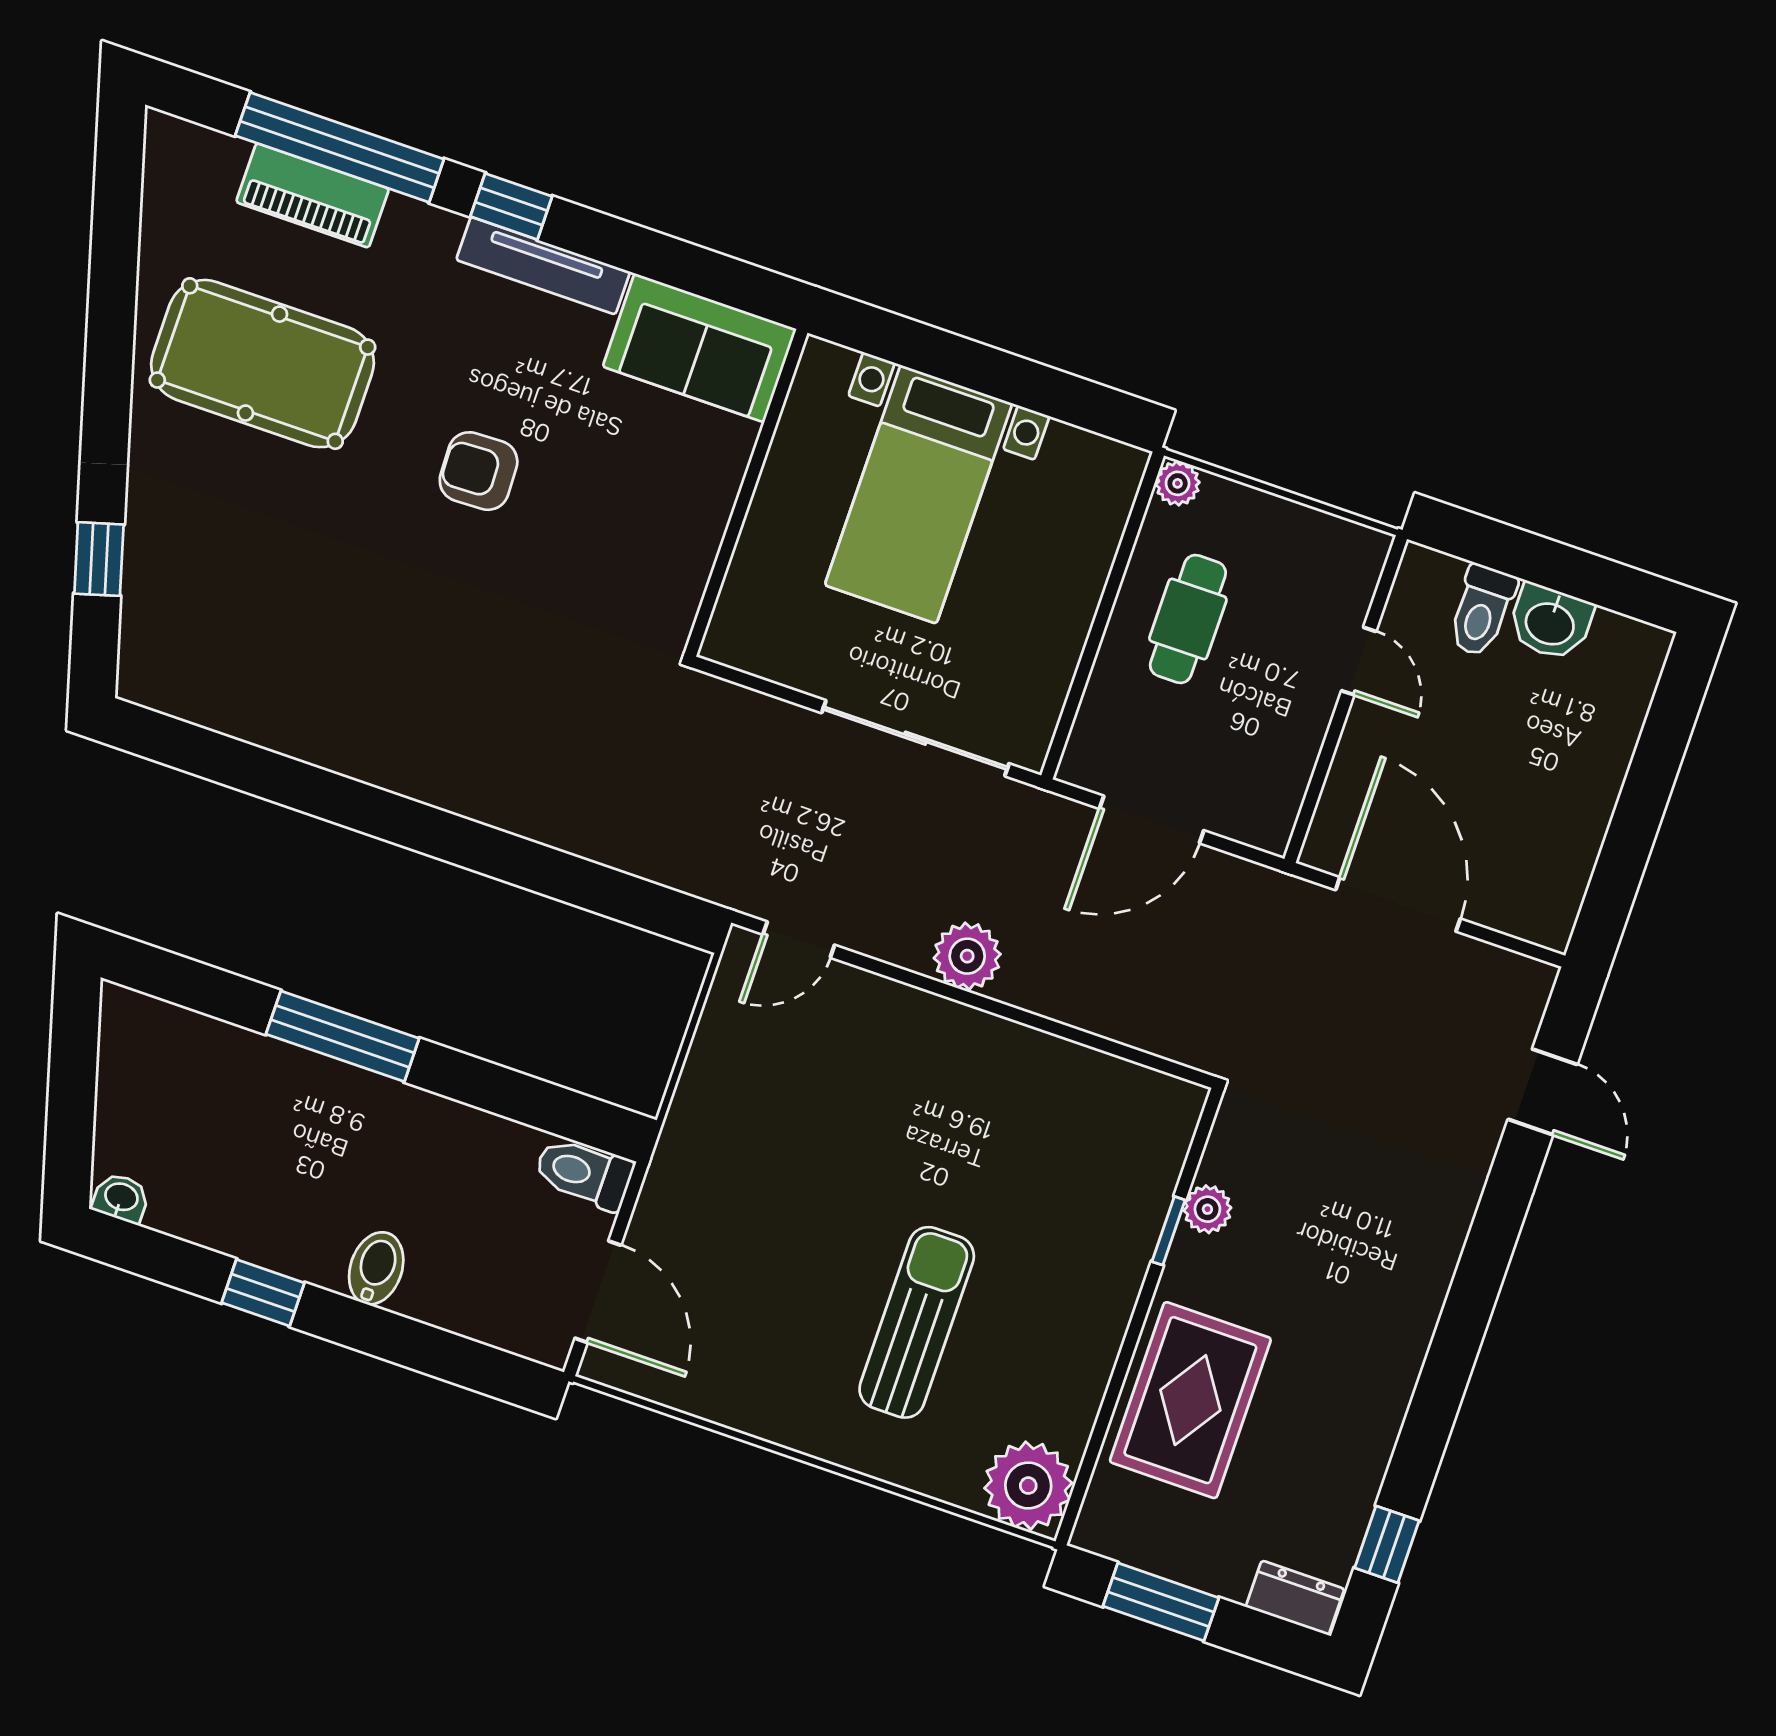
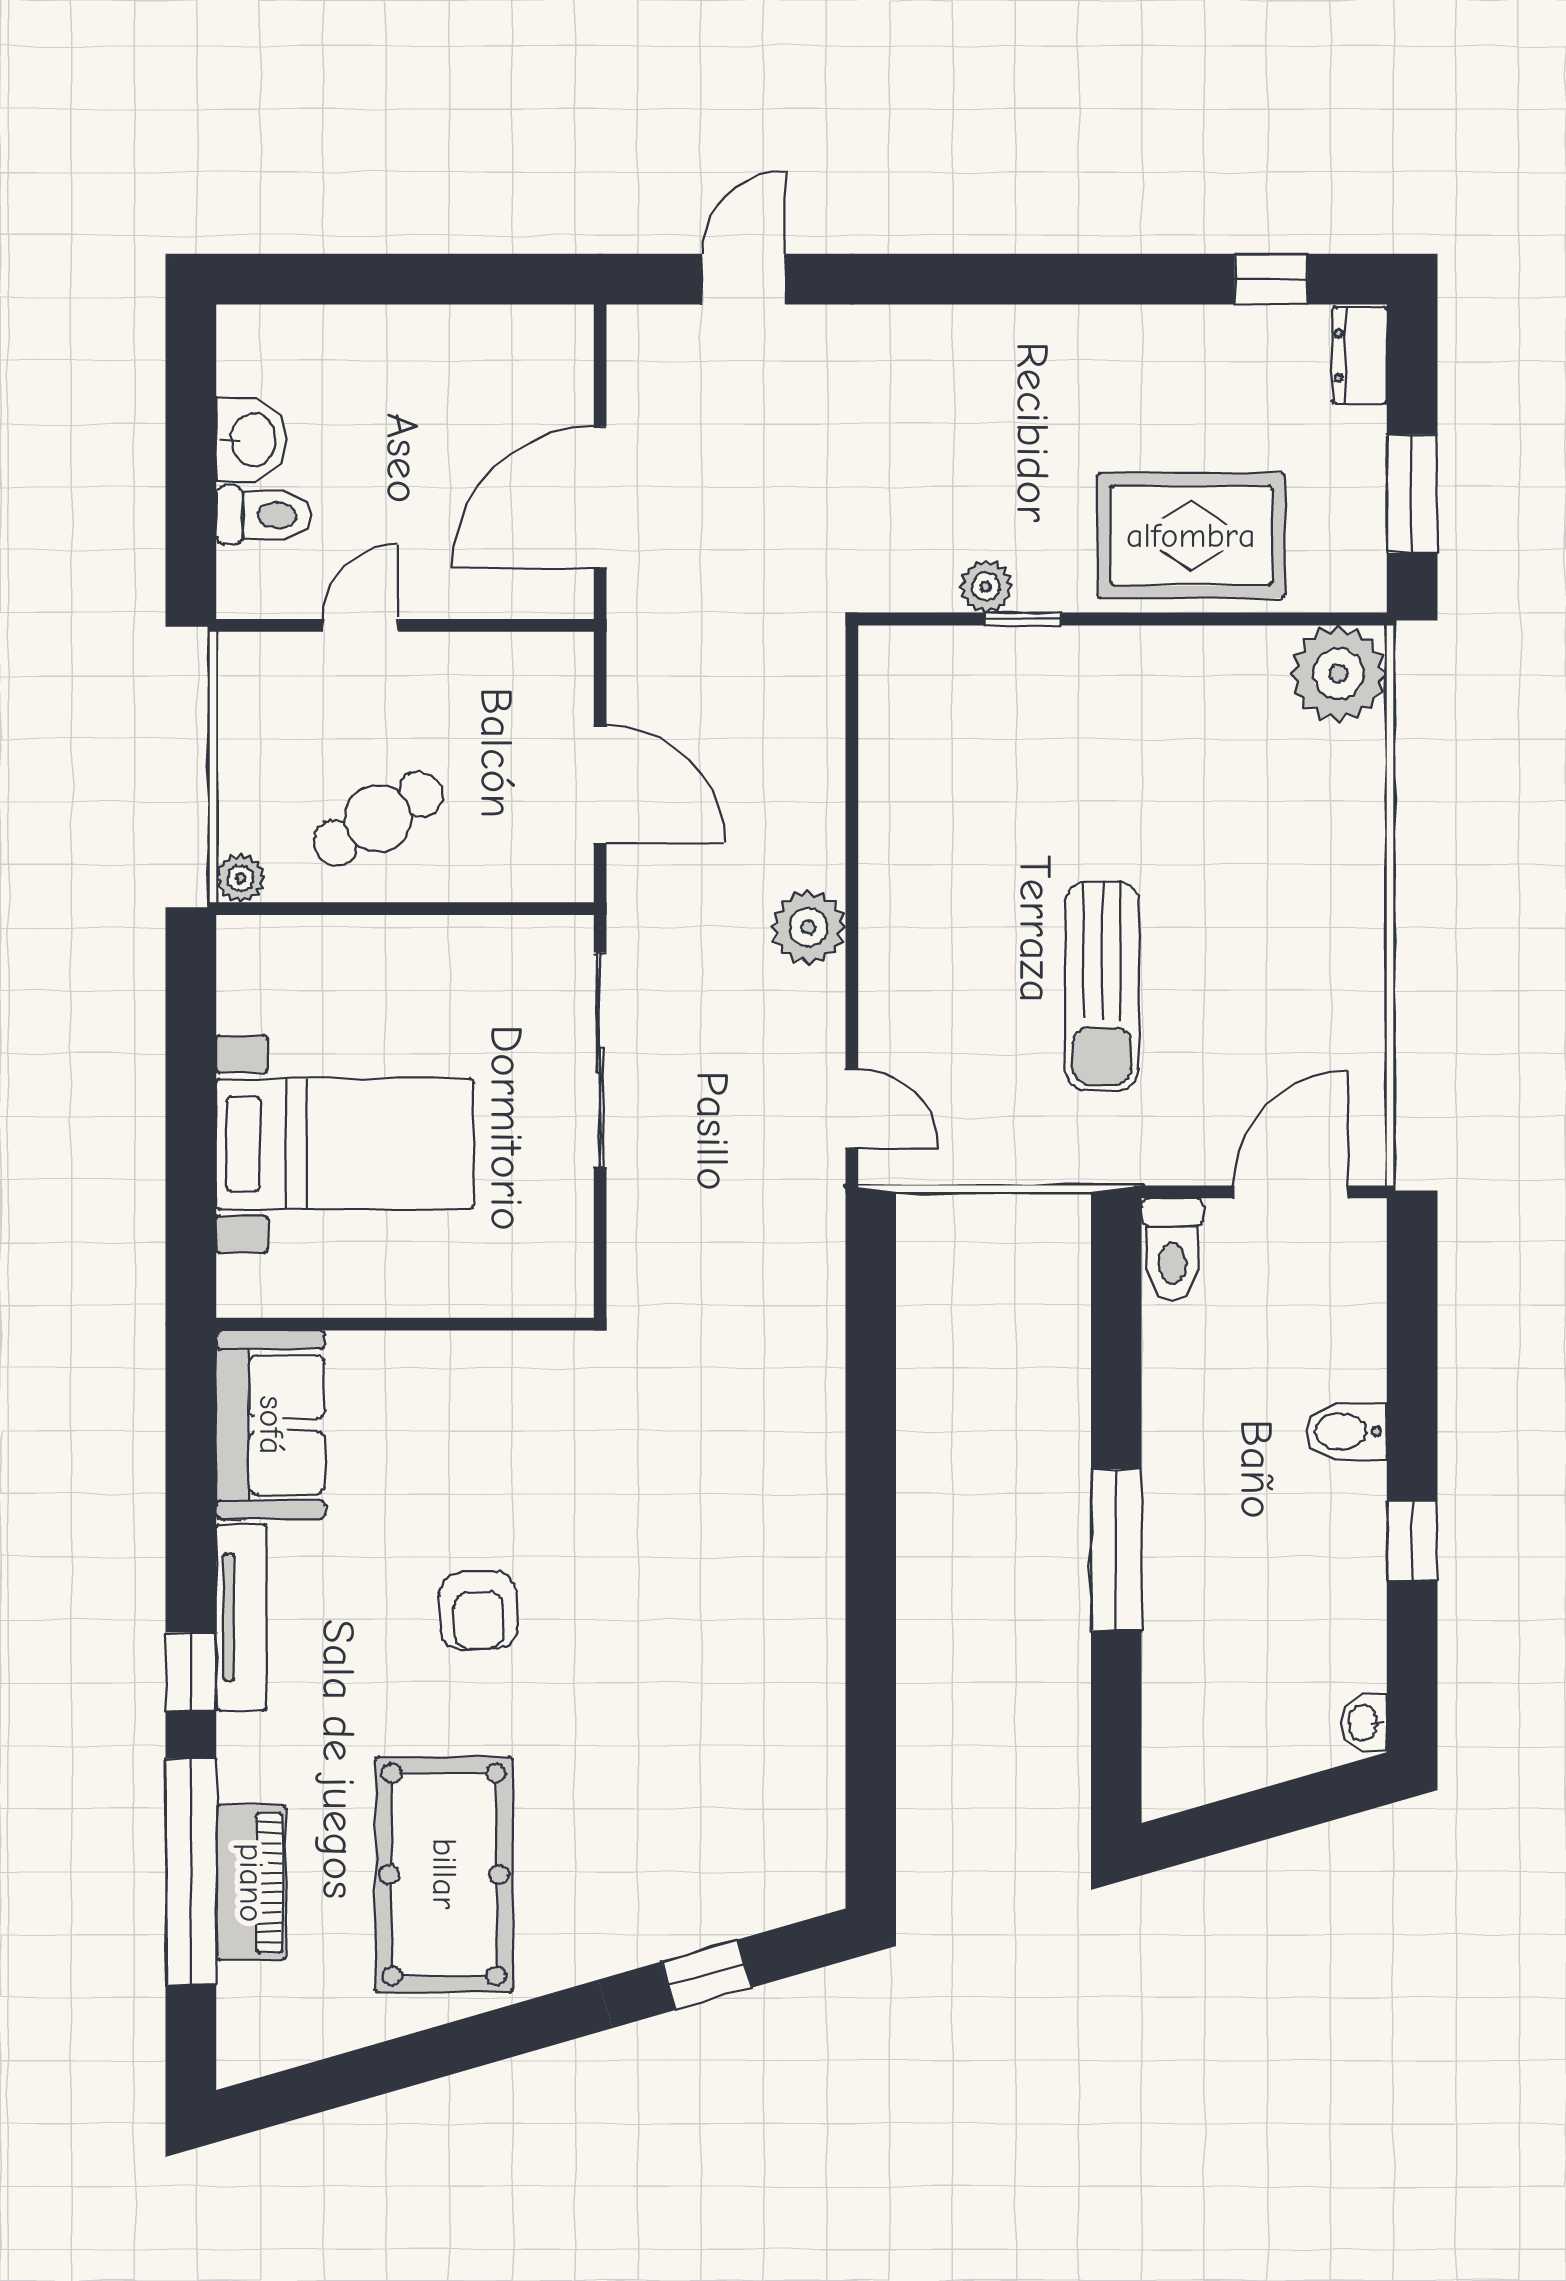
cafe table: (1188, 619) -> (378, 818), turned -30
sun lounger: (917, 1322) -> (1102, 986), moved, turned -90

